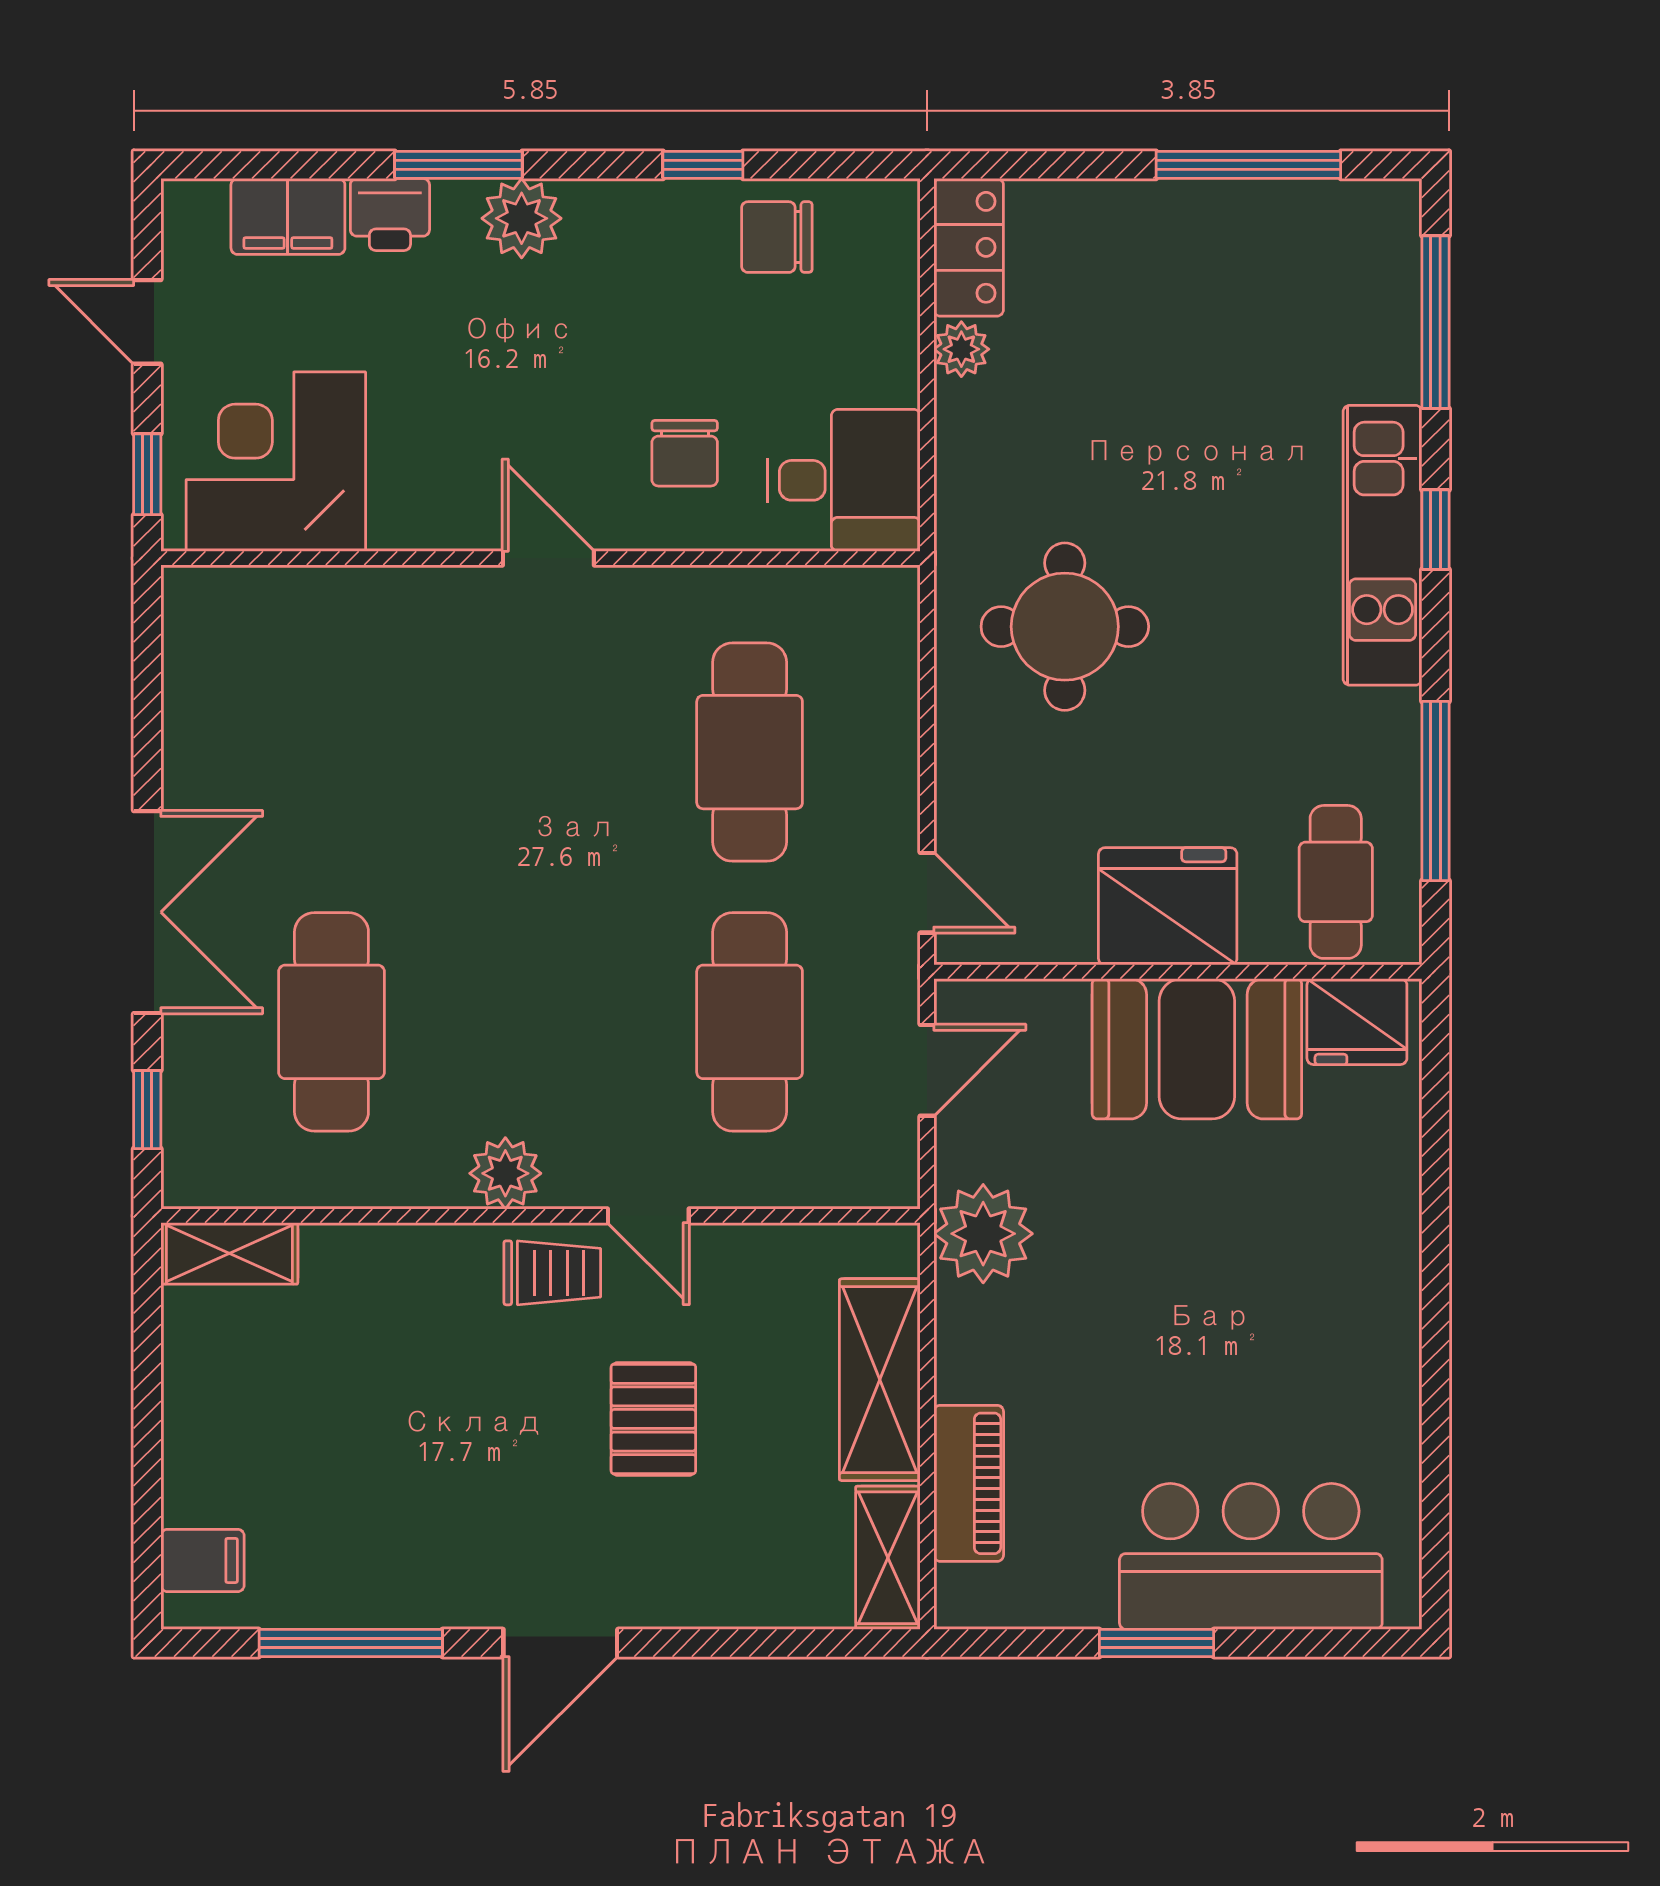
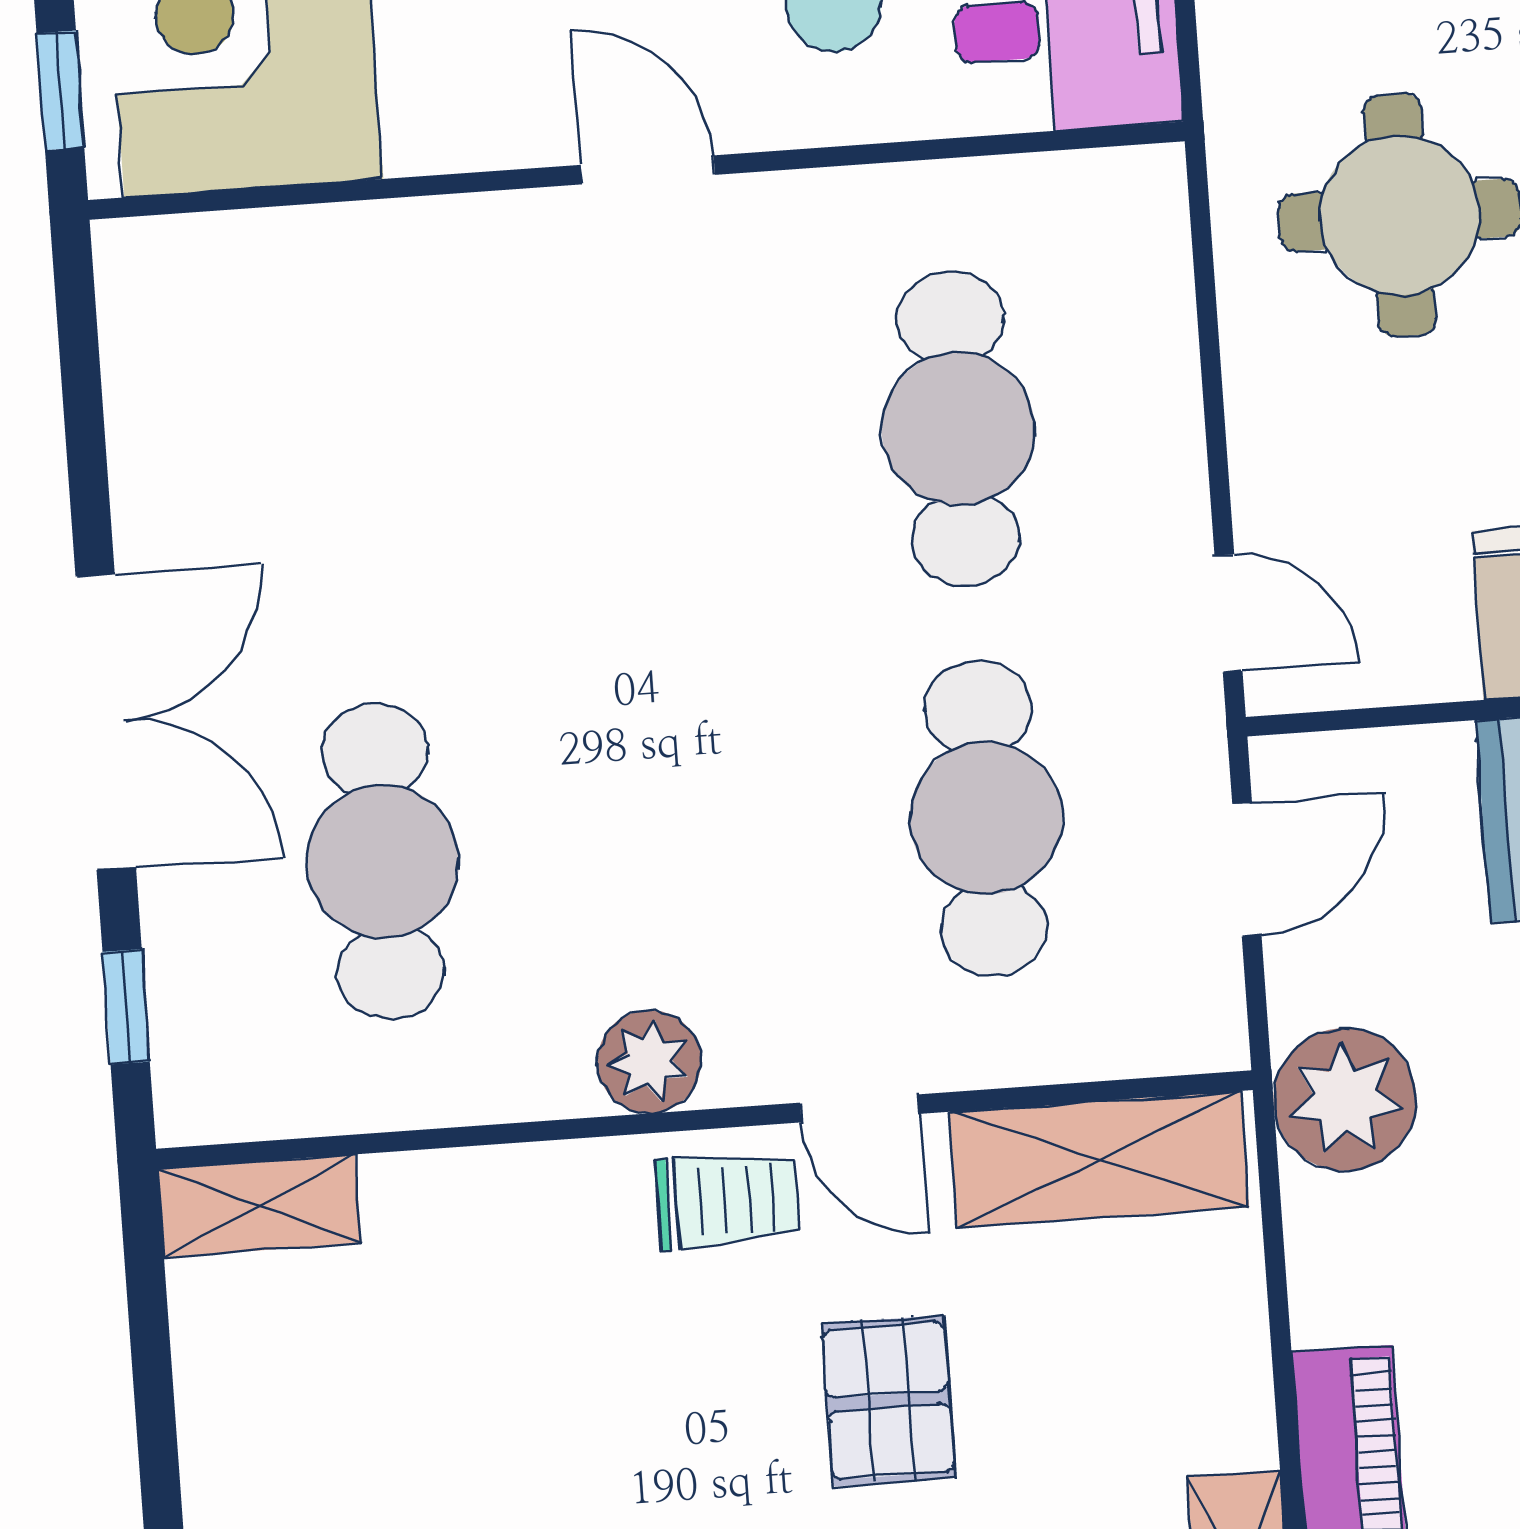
shelving: (880, 1380) -> (1099, 1160), moved, turned 90

